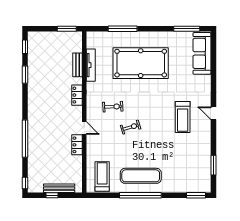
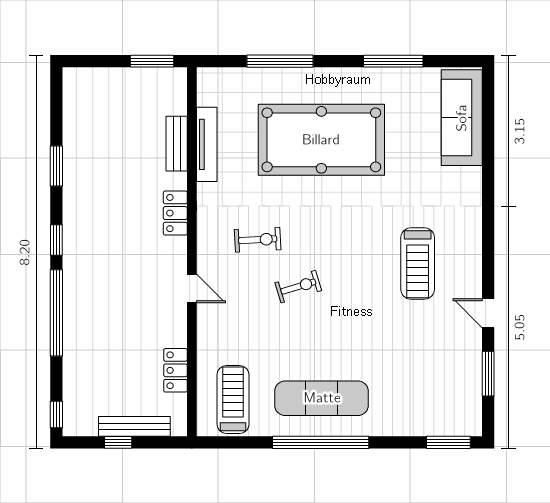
window: (187, 29) -> (393, 61), moved
window: (25, 47) -> (56, 240), moved
door: (213, 113) -> (488, 313), moved
locker: (77, 145) -> (175, 370), moved

